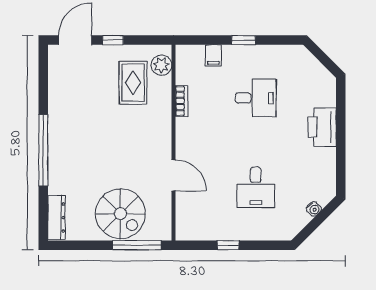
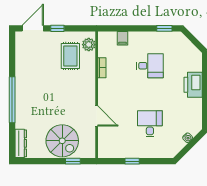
window: (244, 40) -> (164, 28), moved
desk: (256, 187) -> (150, 124), turned 180
window: (137, 245) -> (73, 161), width x0.46

